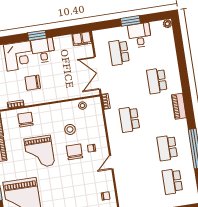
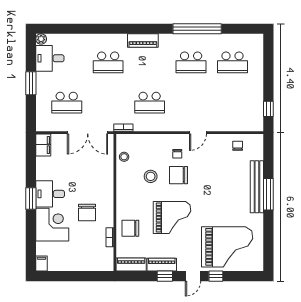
desk: (140, 35) -> (50, 58), moved
door: (111, 162) -> (198, 133), hinge flipped

